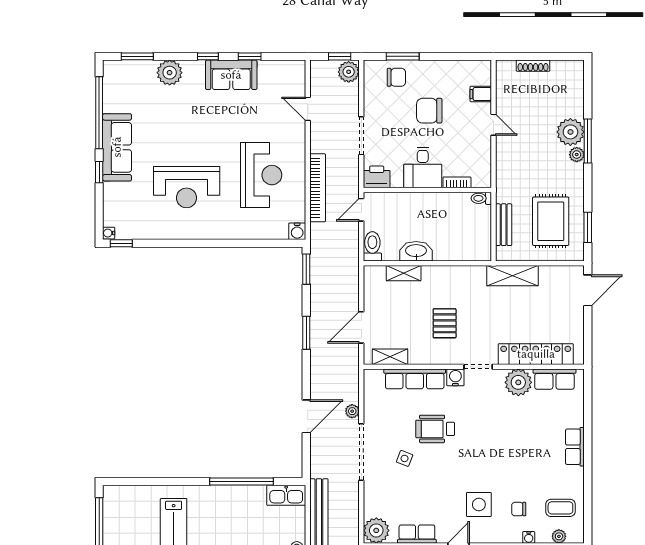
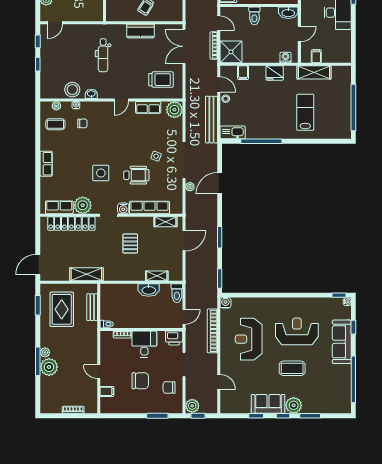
window: (137, 56) -> (310, 416), moved
plant: (170, 73) -> (294, 405), moved
chair: (396, 77) -> (169, 387), moved
coffee table: (194, 130) -> (292, 368), added
sofa: (117, 147) -> (342, 342), moved
window: (99, 172) -> (353, 327), moved
side table: (479, 505) -> (101, 173), moved

